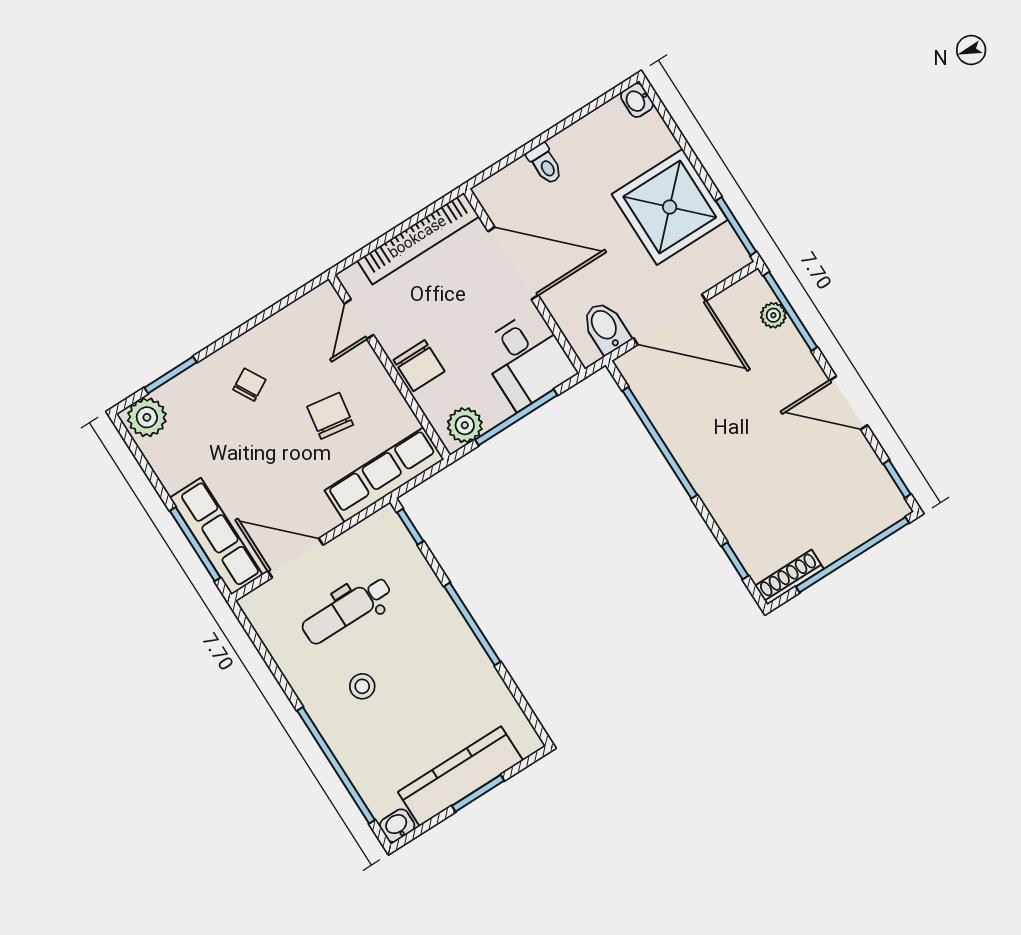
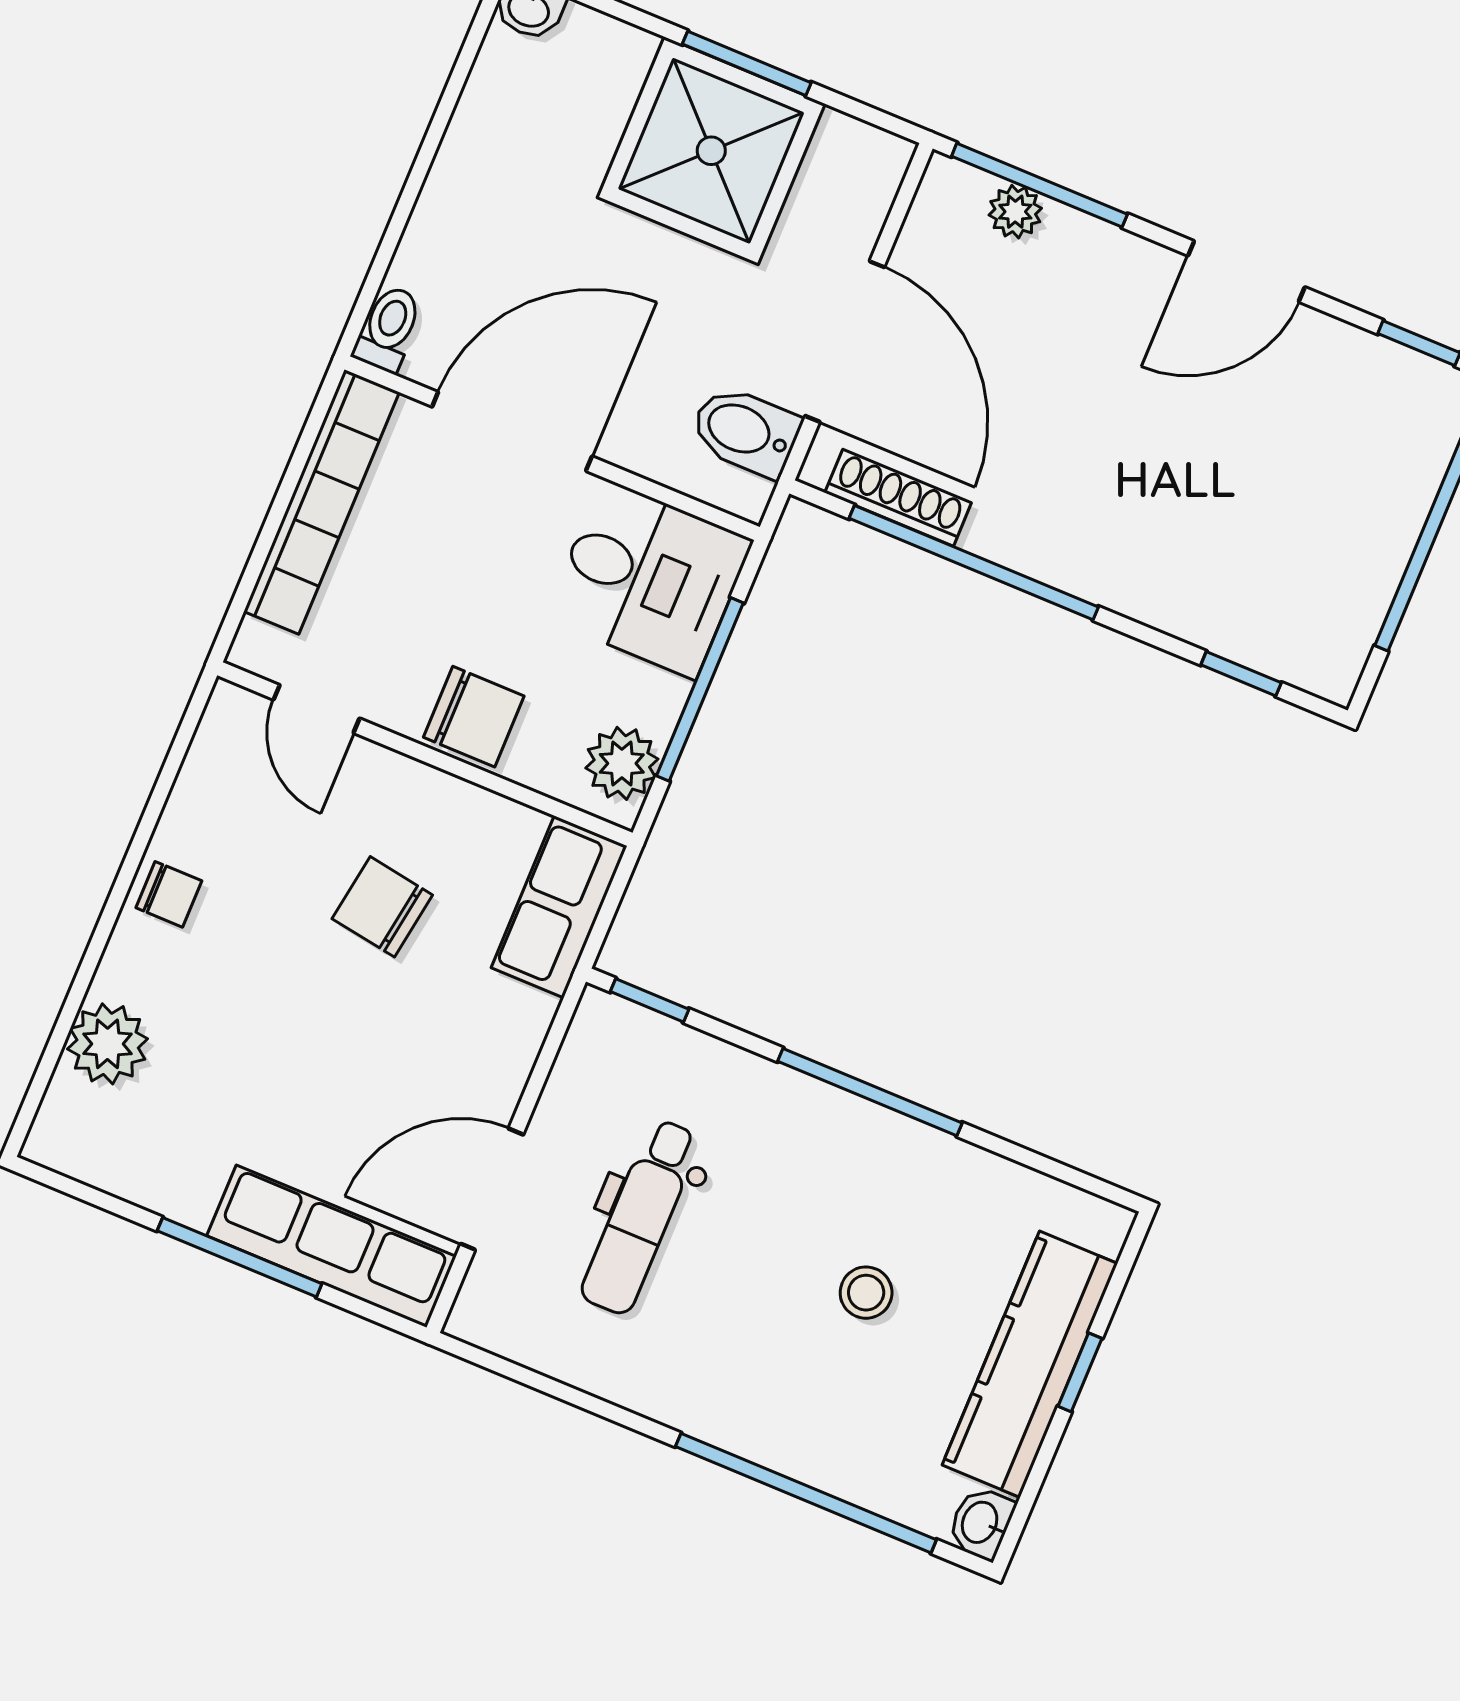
toilet: (545, 164) -> (388, 329), moved, turned -90
window: (736, 226) -> (747, 63), moved
door: (670, 320) -> (845, 342), hinge flipped
window: (171, 375) -> (63, 1027), removed
chair: (249, 385) -> (169, 894), moved, turned 119
plant: (147, 417) -> (108, 1044), moved
row of seats: (384, 475) -> (559, 907), width x0.68
window: (195, 544) -> (240, 1257), moved
shoe rack: (789, 577) -> (898, 498), moved, turned 90
stool: (362, 686) -> (866, 1293), moved
window: (478, 793) -> (1080, 1372), width x0.67

